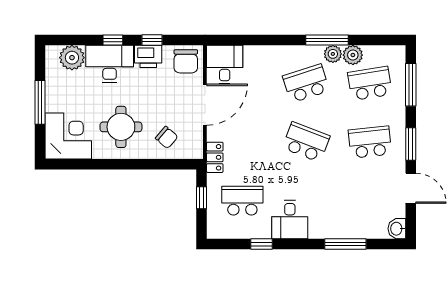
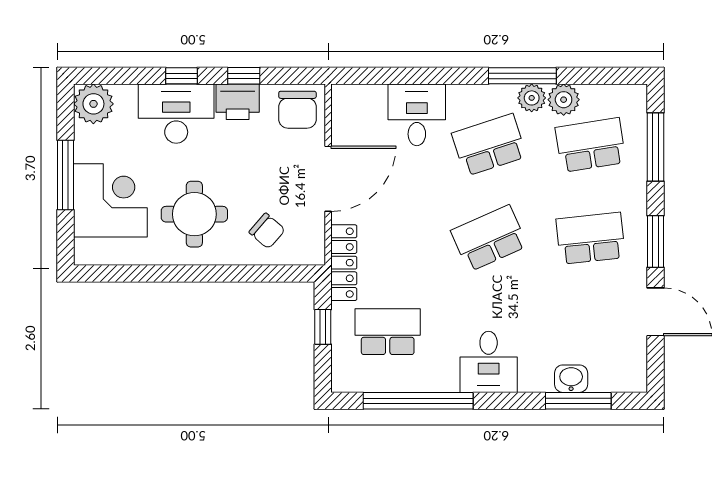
plant: (72, 58) -> (93, 104), moved
desk: (225, 65) -> (417, 115), moved
corner desk: (68, 136) -> (110, 200), moved
school desk: (306, 142) -> (489, 238), turned -45
locker: (215, 157) -> (344, 263), width x1.53
desk: (290, 220) -> (489, 362), moved
washbasin: (397, 229) -> (571, 379), moved, turned 90
window: (262, 244) -> (418, 401), width x3.17
window: (345, 244) -> (578, 401), moved

